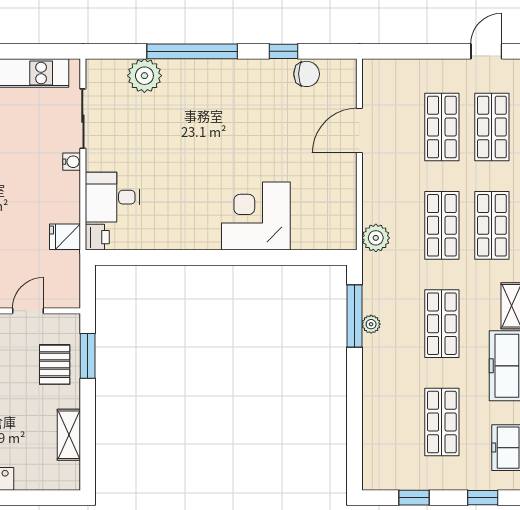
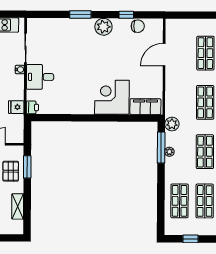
window: (192, 51) -> (80, 15), width x0.47
plant: (144, 76) -> (103, 27), moved
desk: (112, 197) -> (40, 77), moved
filing cabinet: (323, 234) -> (145, 107), added
plant: (376, 238) -> (172, 124), moved
shop shelf: (392, 422) -> (180, 201), added

